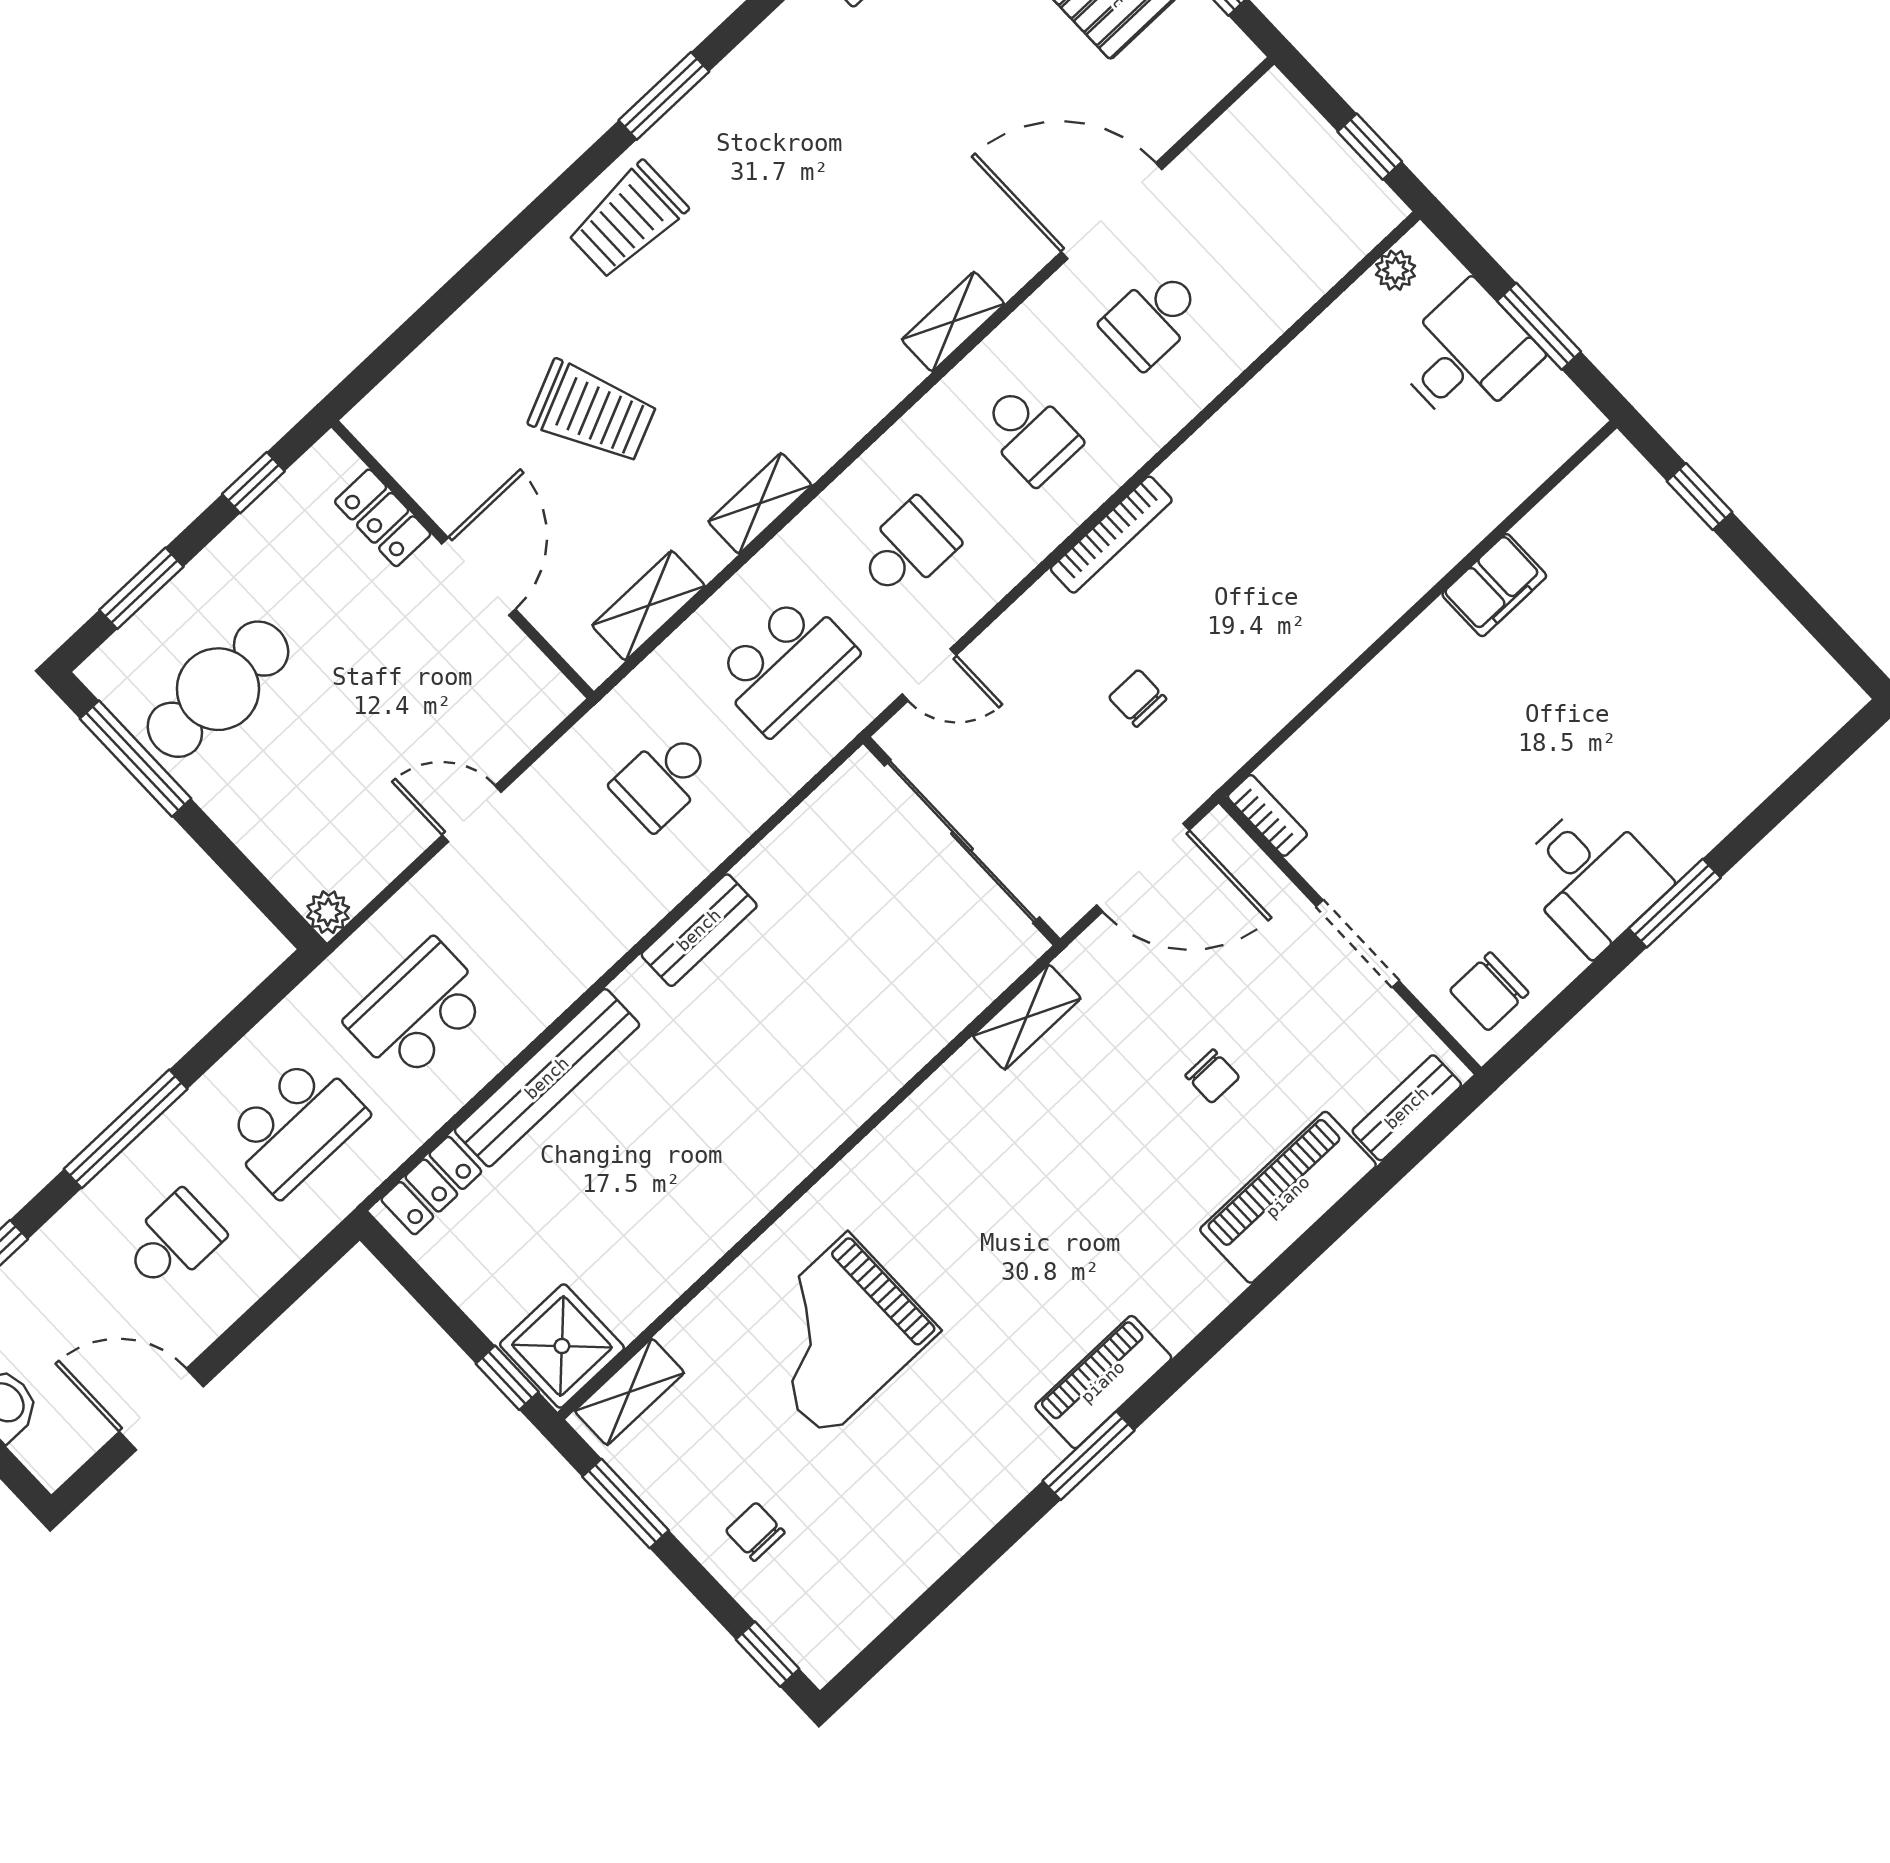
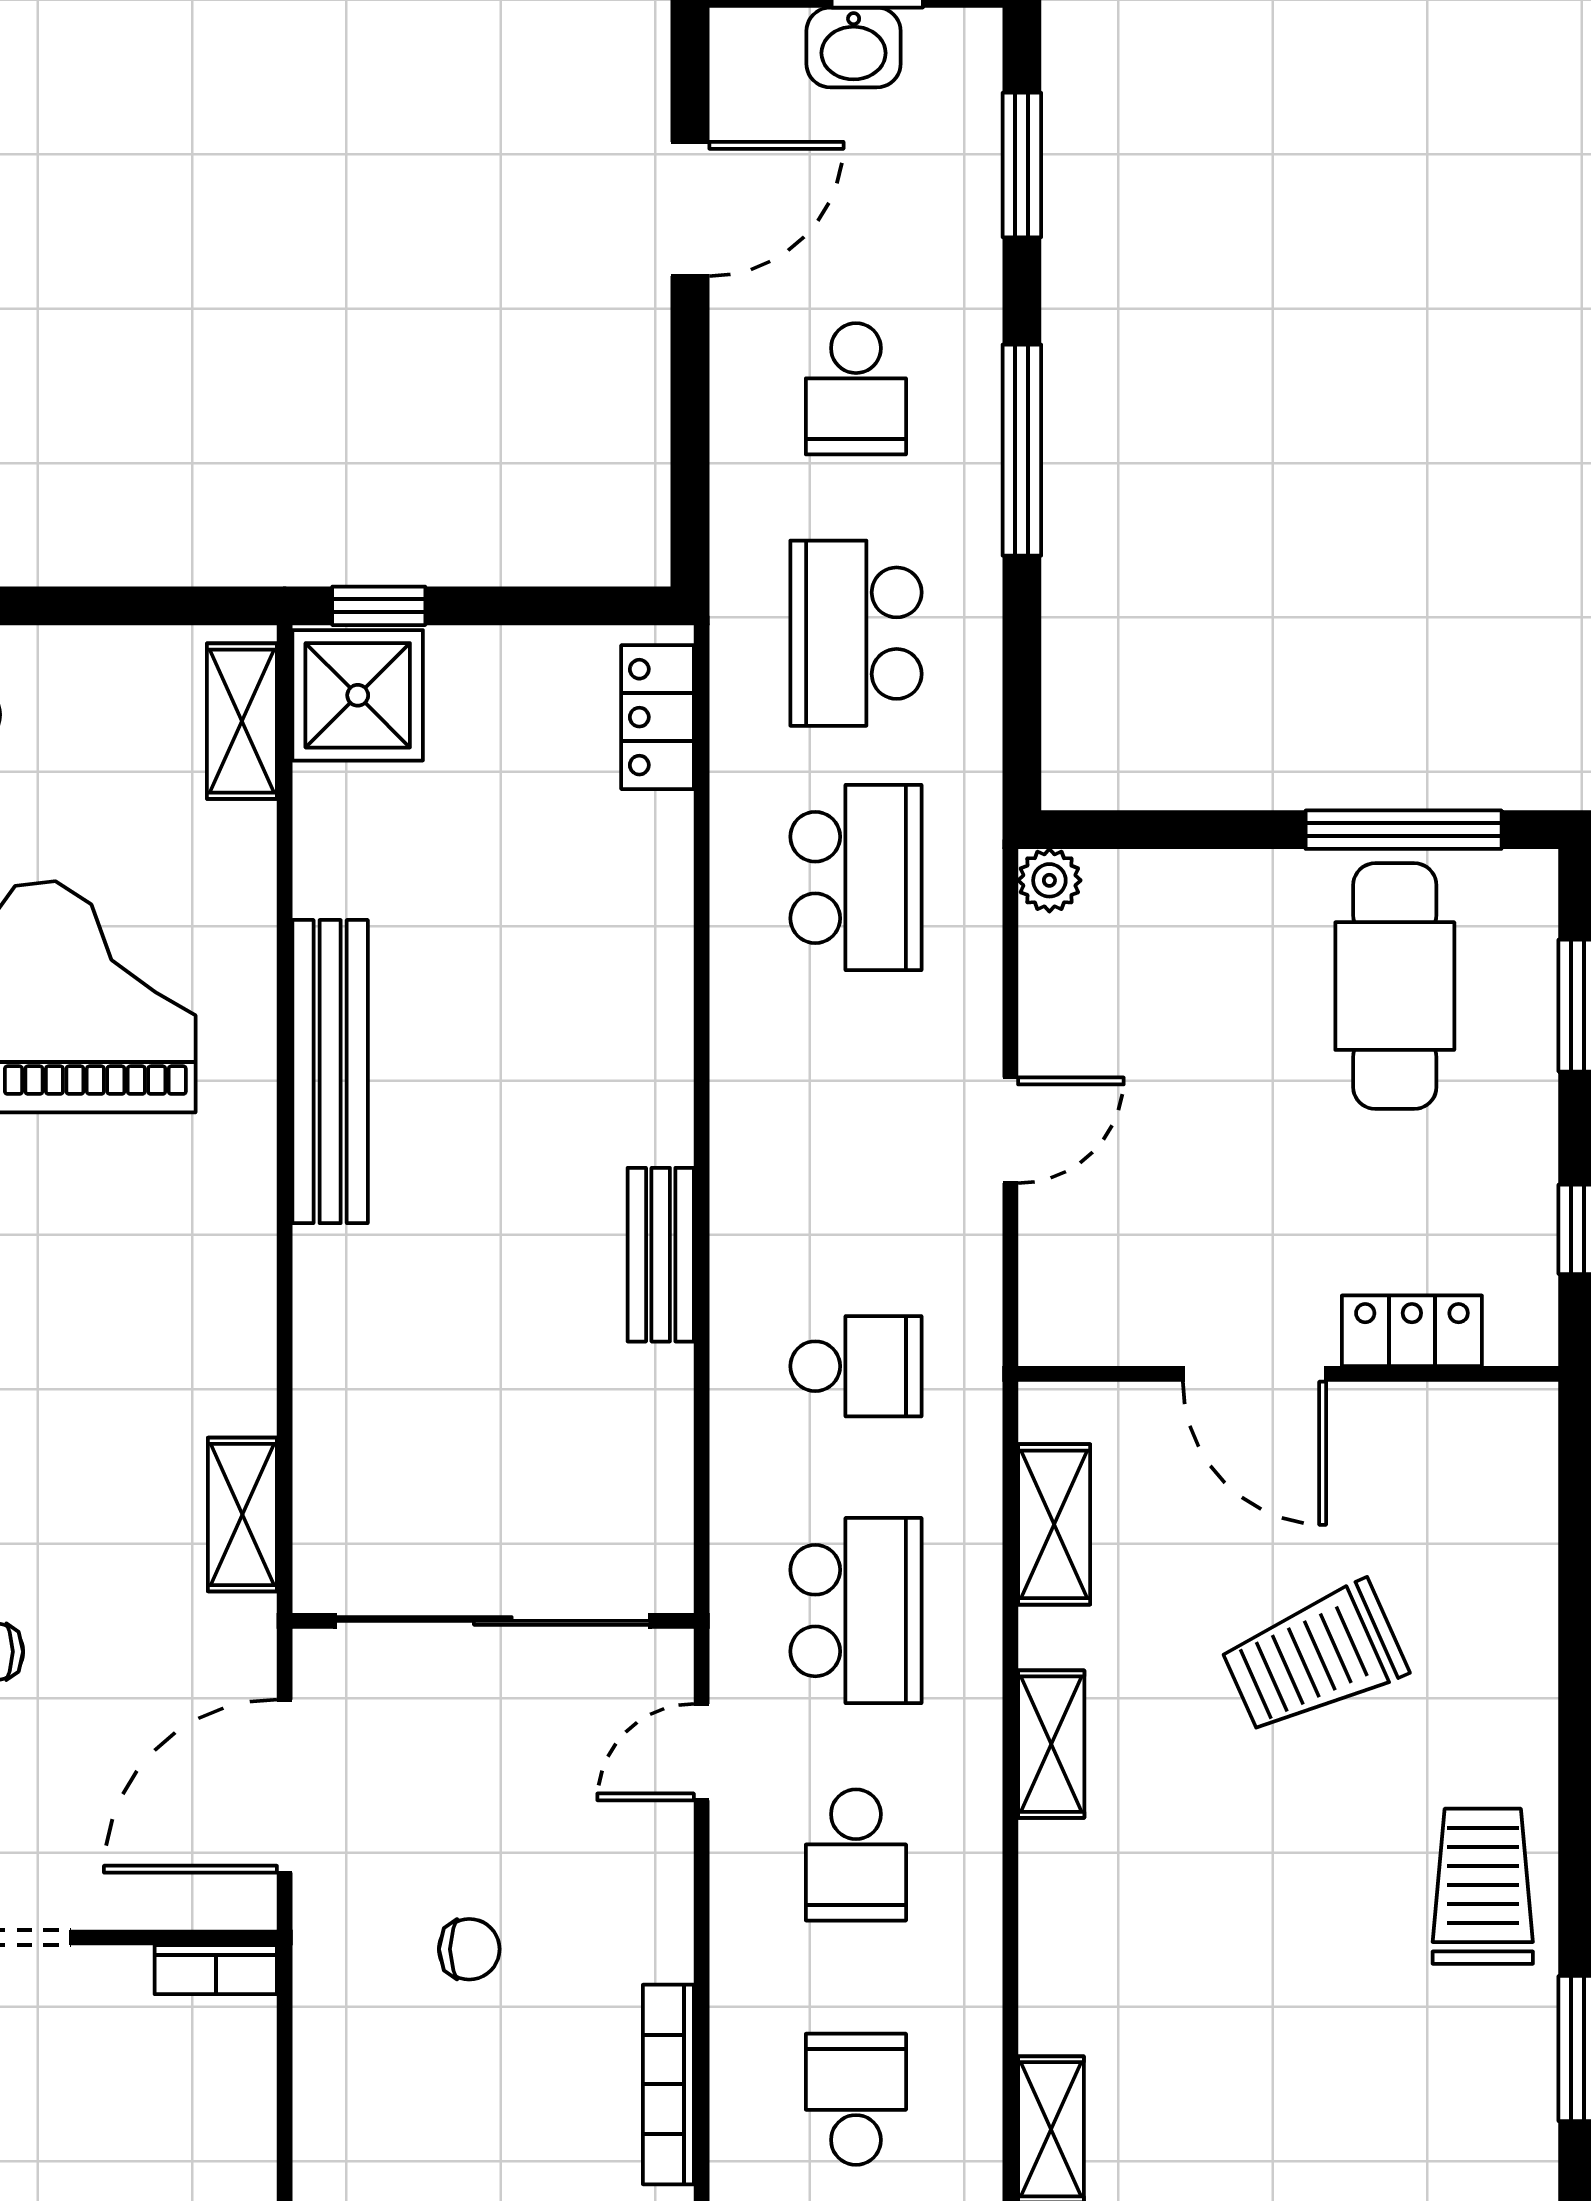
school desk: (1030, 434) -> (856, 2099), turned 90
school desk: (785, 664) -> (856, 1611), turned 180
school desk: (663, 780) -> (856, 1366), turned 90
bench: (547, 1078) -> (330, 1072), moved
window: (626, 1503) -> (128, 606), removed

